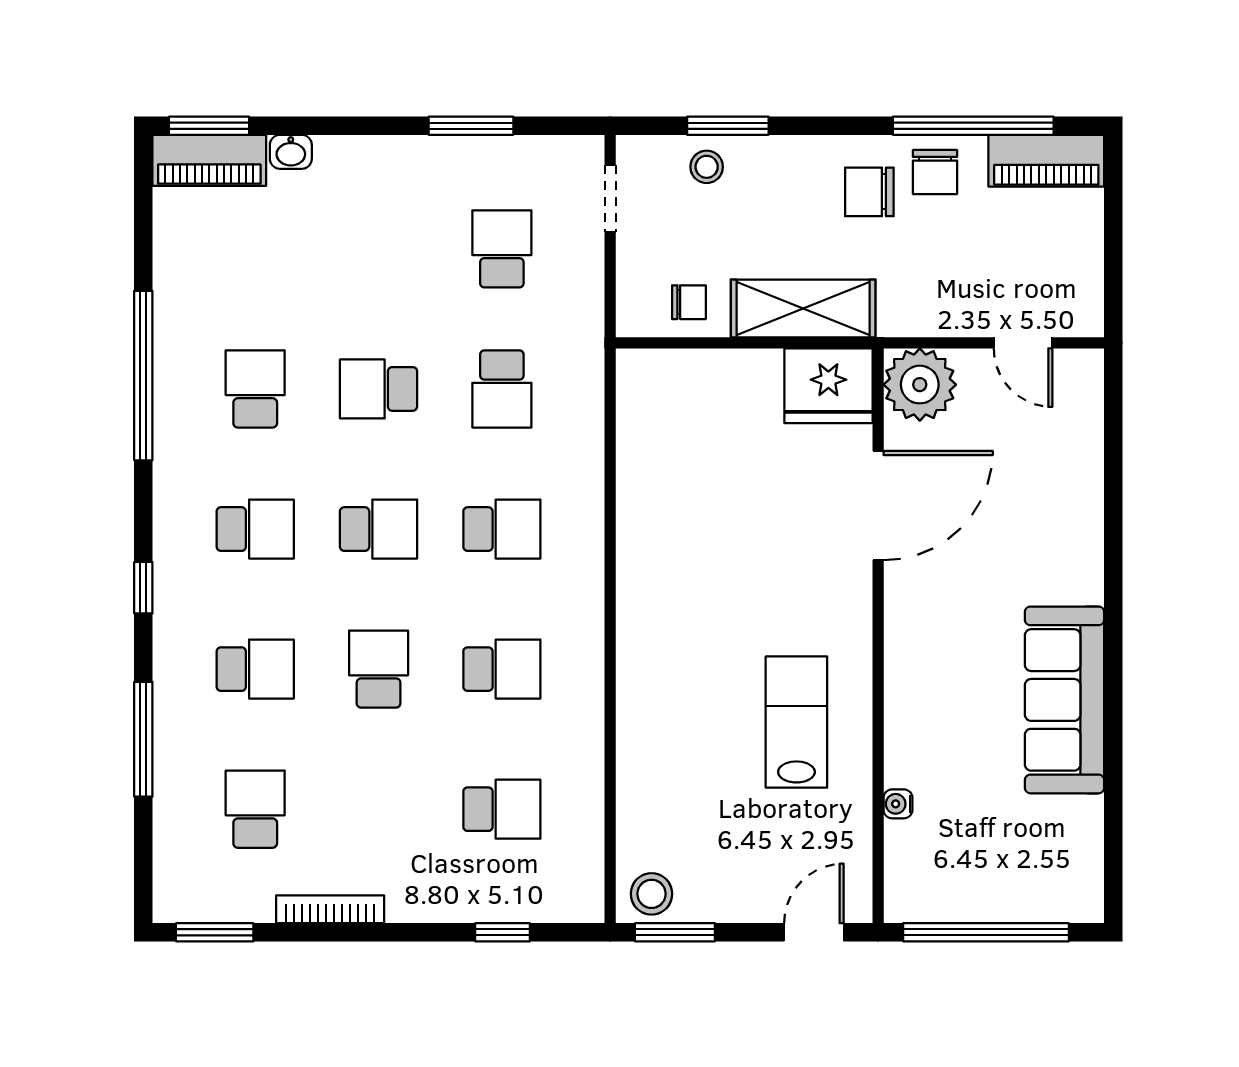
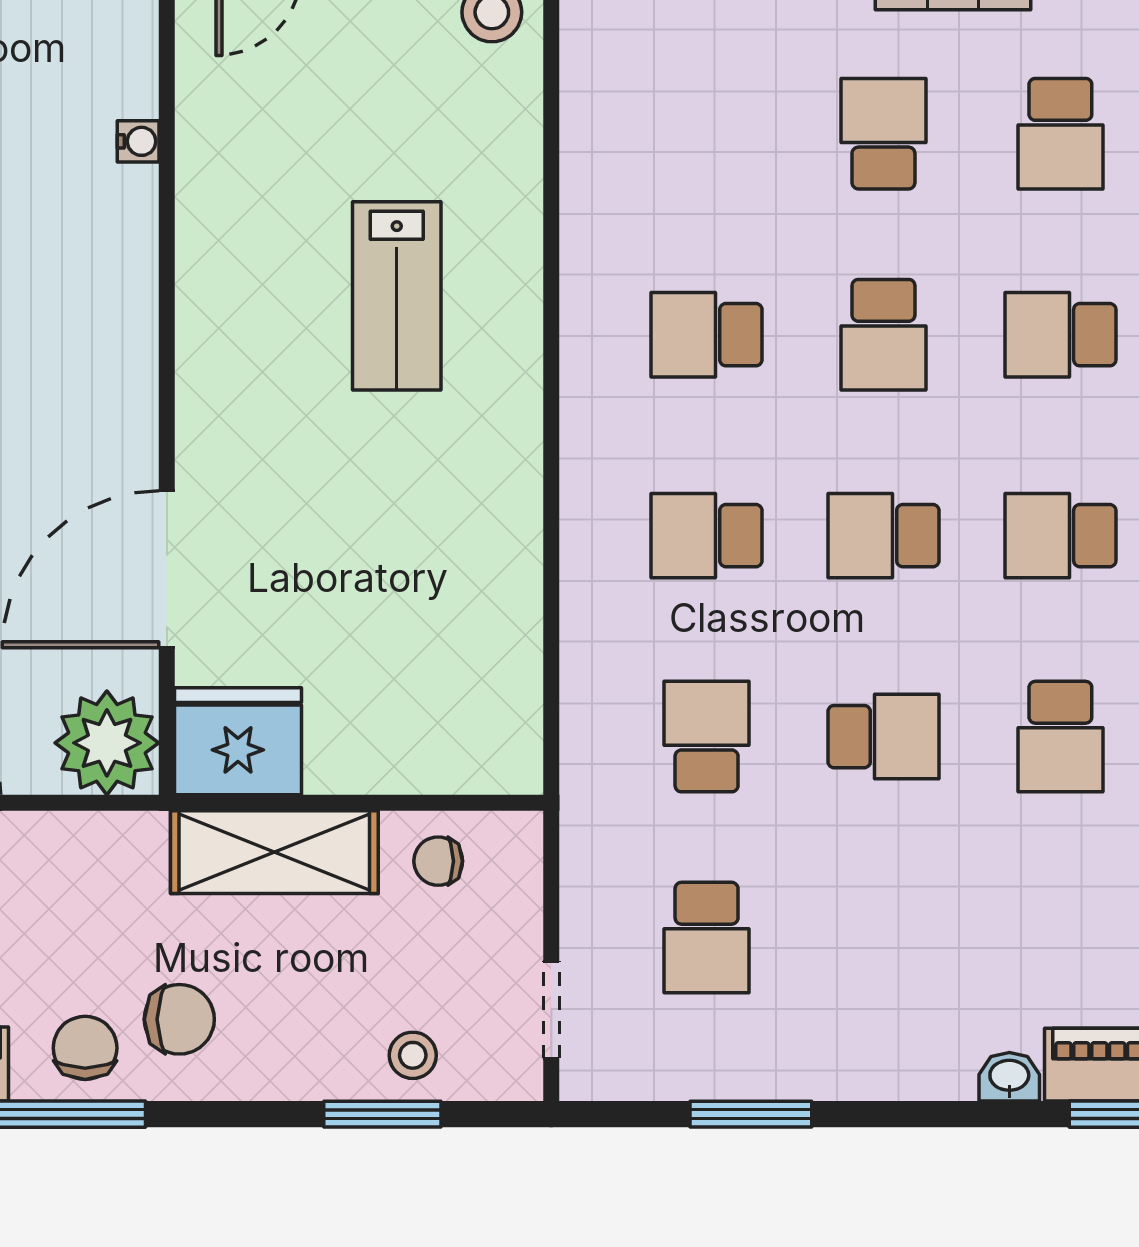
lab bench: (796, 722) -> (397, 296), moved
school desk: (502, 809) -> (883, 134), moved, turned 90

